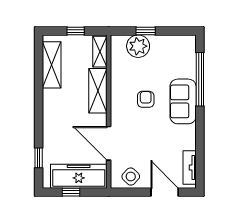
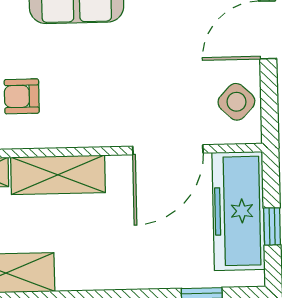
armchair: (146, 99) -> (22, 96), moved

